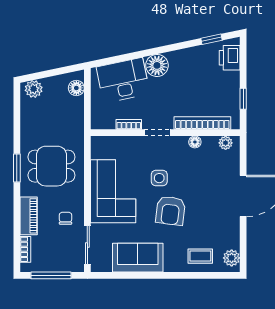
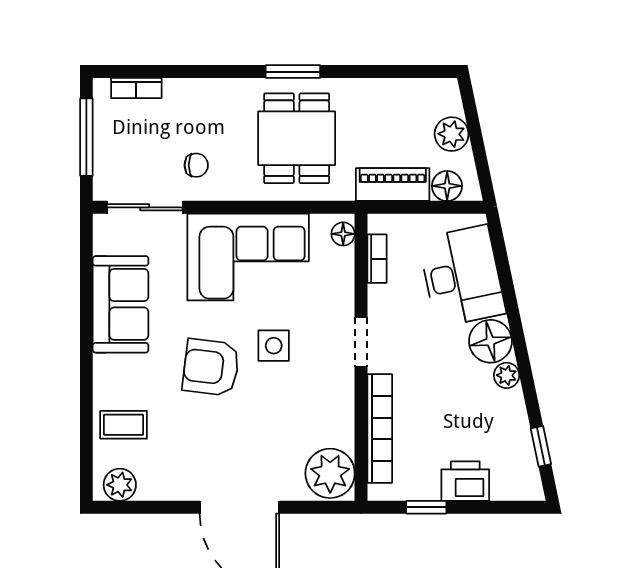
plant: (175, 57) -> (507, 375), added
printer: (230, 58) -> (465, 481), moved
plant: (34, 89) -> (452, 134), moved
bookcase: (129, 124) -> (377, 259), moved
floor lamp: (195, 142) -> (343, 234), moved
plant: (226, 143) -> (330, 473), width x1.87, depth x1.87
piano: (29, 216) -> (393, 185), moved, turned 180
coffee table: (200, 256) -> (124, 425), turned 90

